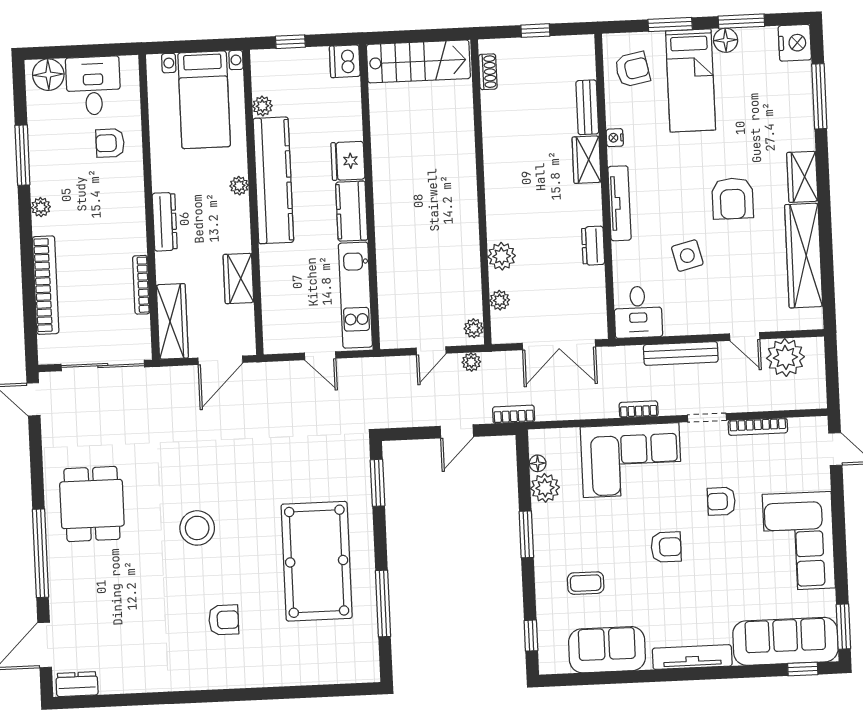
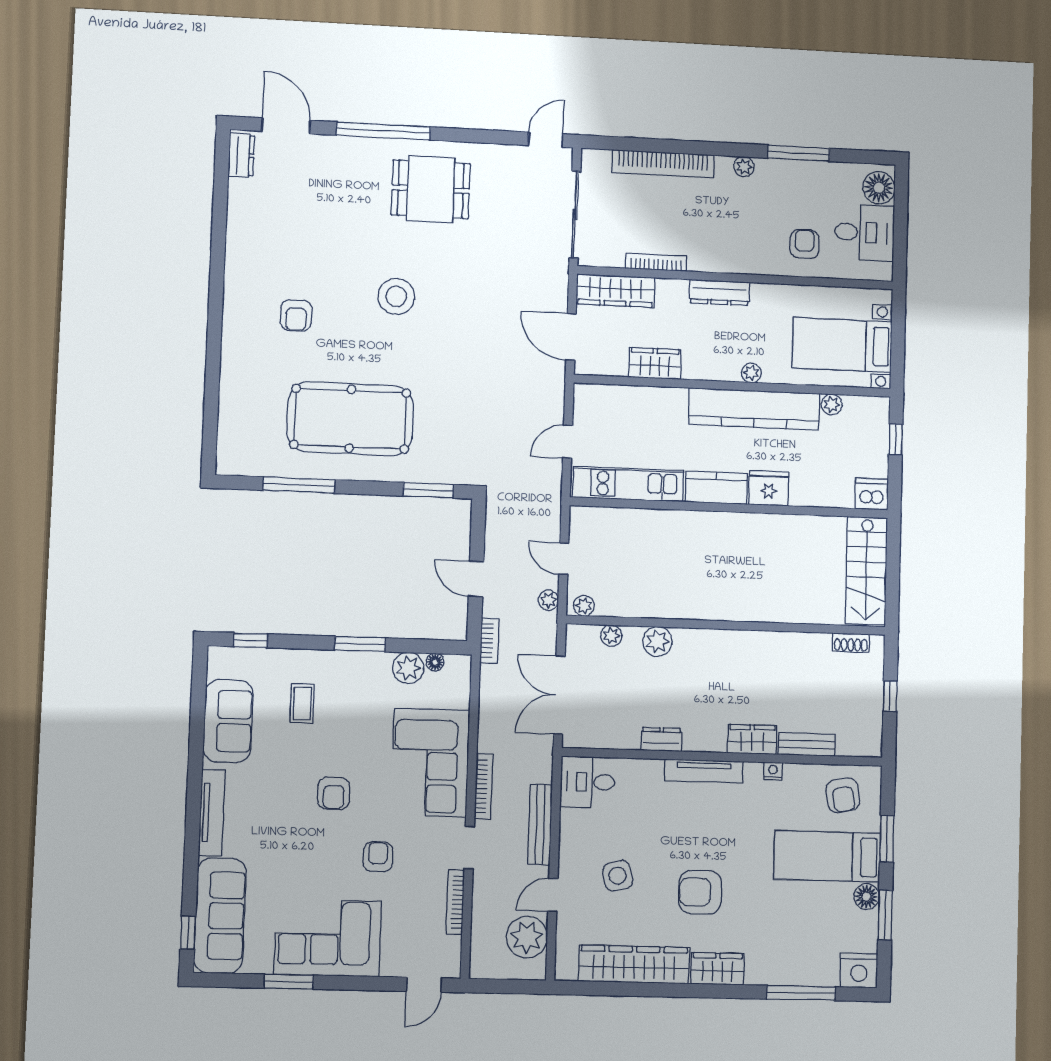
side table: (687, 256) -> (618, 876), moved
bookcase: (639, 409) -> (484, 786), width x1.56
window: (843, 627) -> (289, 982), moved

